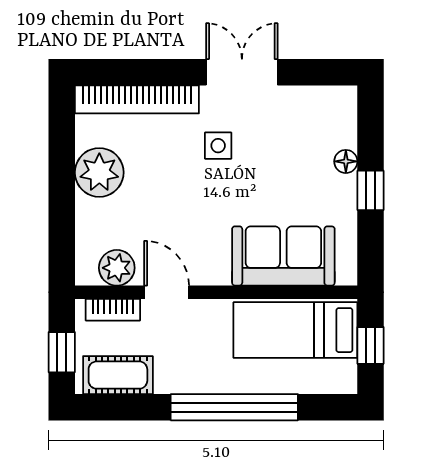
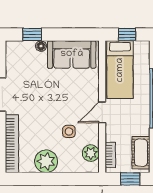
side table: (218, 146) -> (69, 131), moved
window: (370, 190) -> (32, 34), moved
sofa: (283, 256) -> (72, 54), moved, turned -90
door: (167, 292) -> (102, 112), moved

